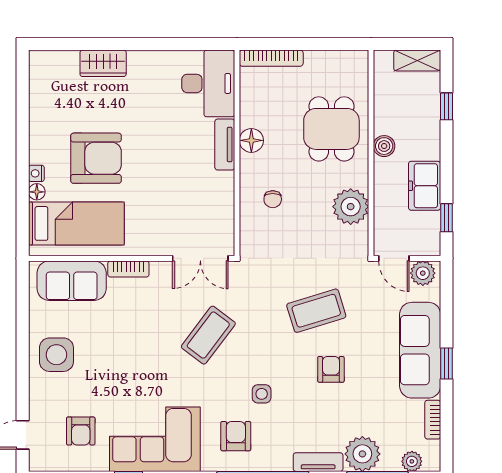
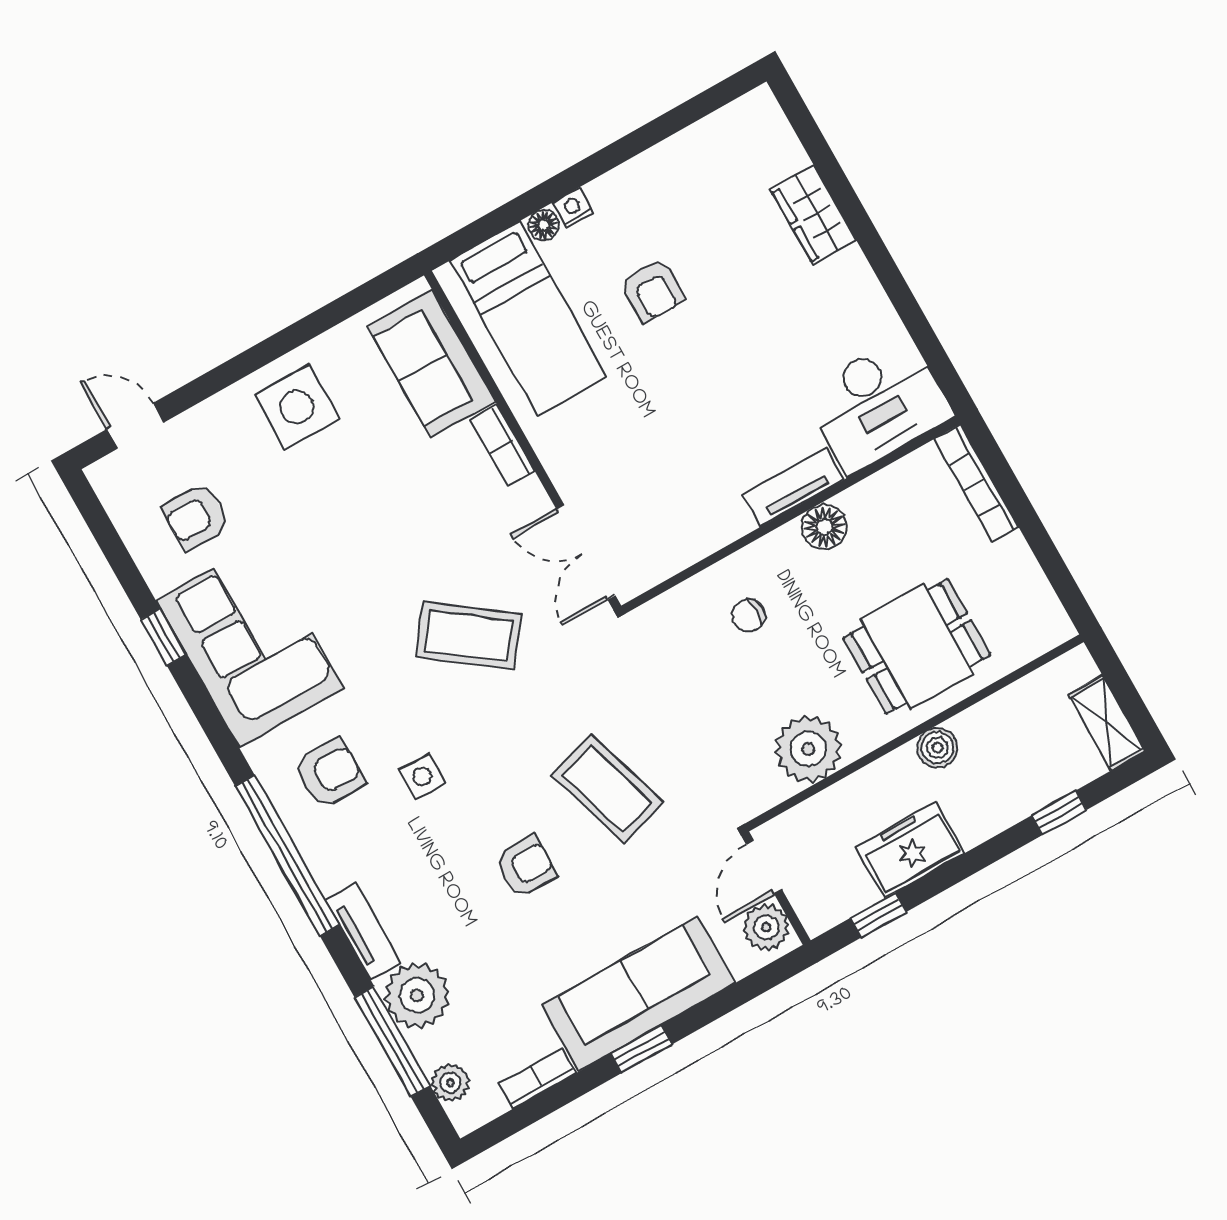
armchair: (96, 158) -> (653, 291), width x0.53, depth x0.53

